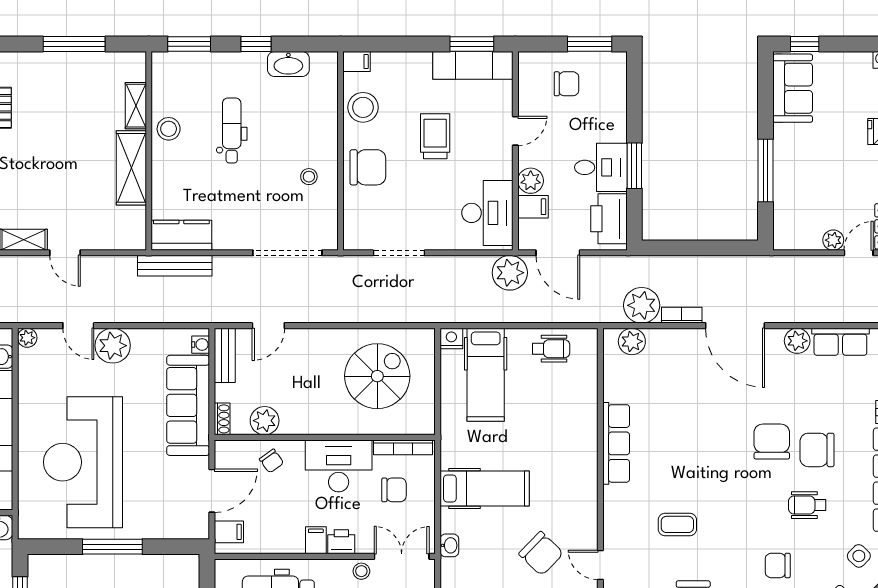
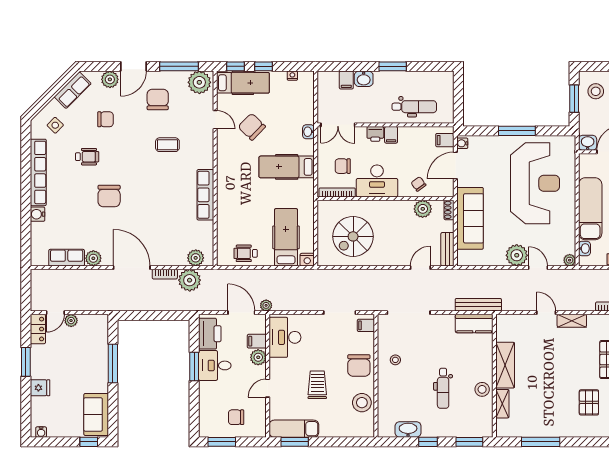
filing cabinet: (357, 61) -> (366, 325), moved
trolley: (435, 136) -> (317, 385), turned 180
chair: (368, 167) -> (359, 366), turned -90
plant: (510, 273) -> (266, 305), width x0.53, depth x0.53
water cooler: (201, 345) -> (462, 143), moved
chair: (817, 450) -> (81, 191), removed
stool: (361, 571) -> (363, 116), removed

